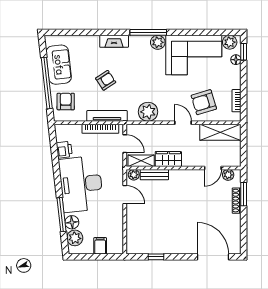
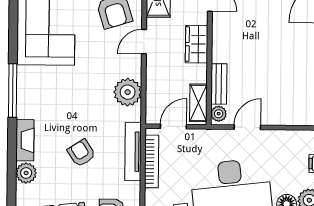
plant: (158, 42) -> (26, 173), moved
wardrobe: (168, 159) -> (197, 44), moved

